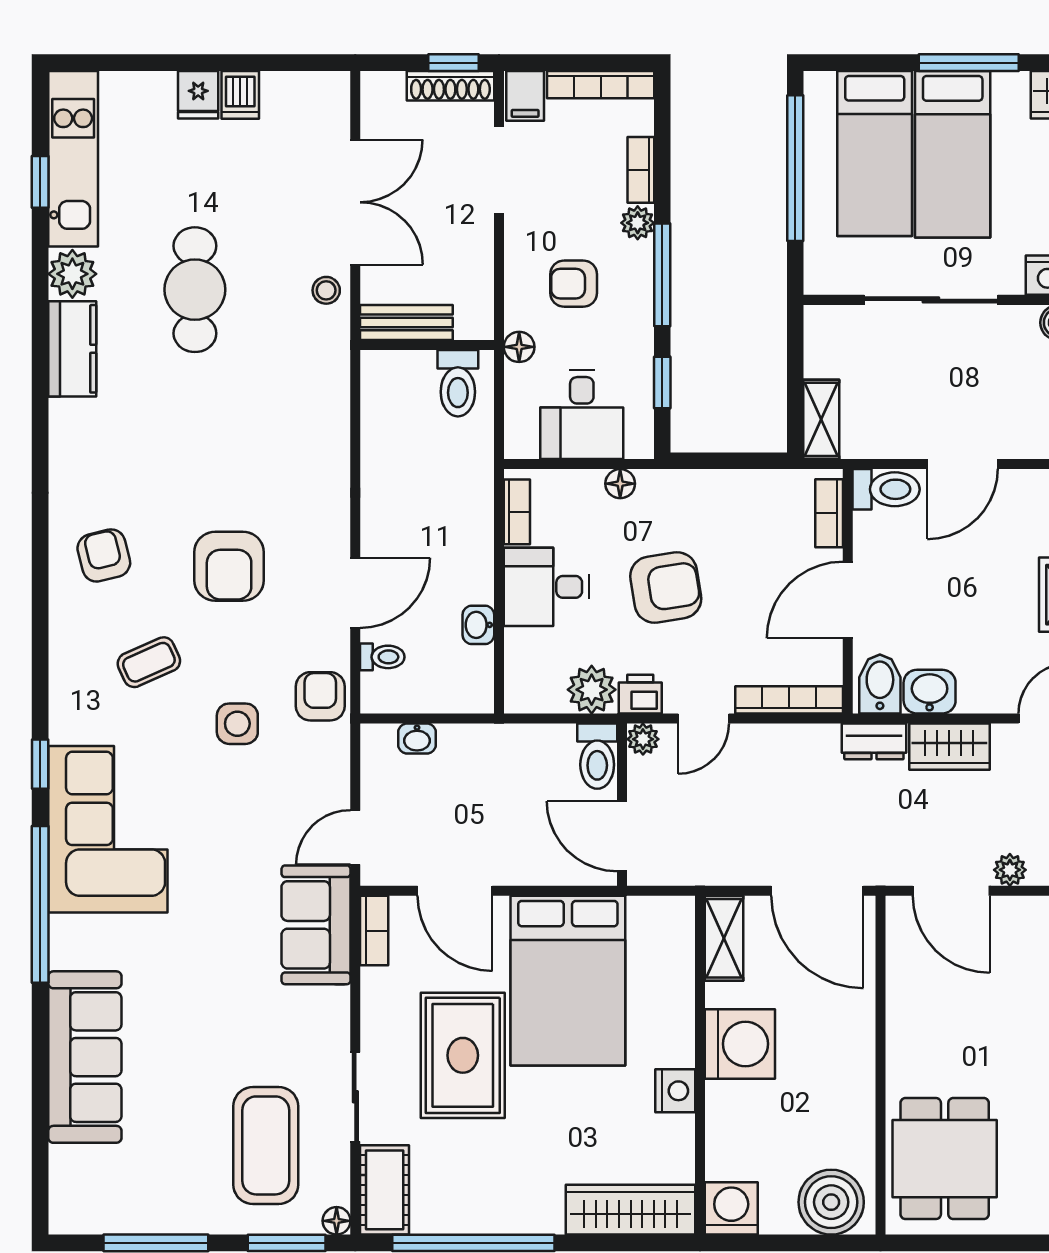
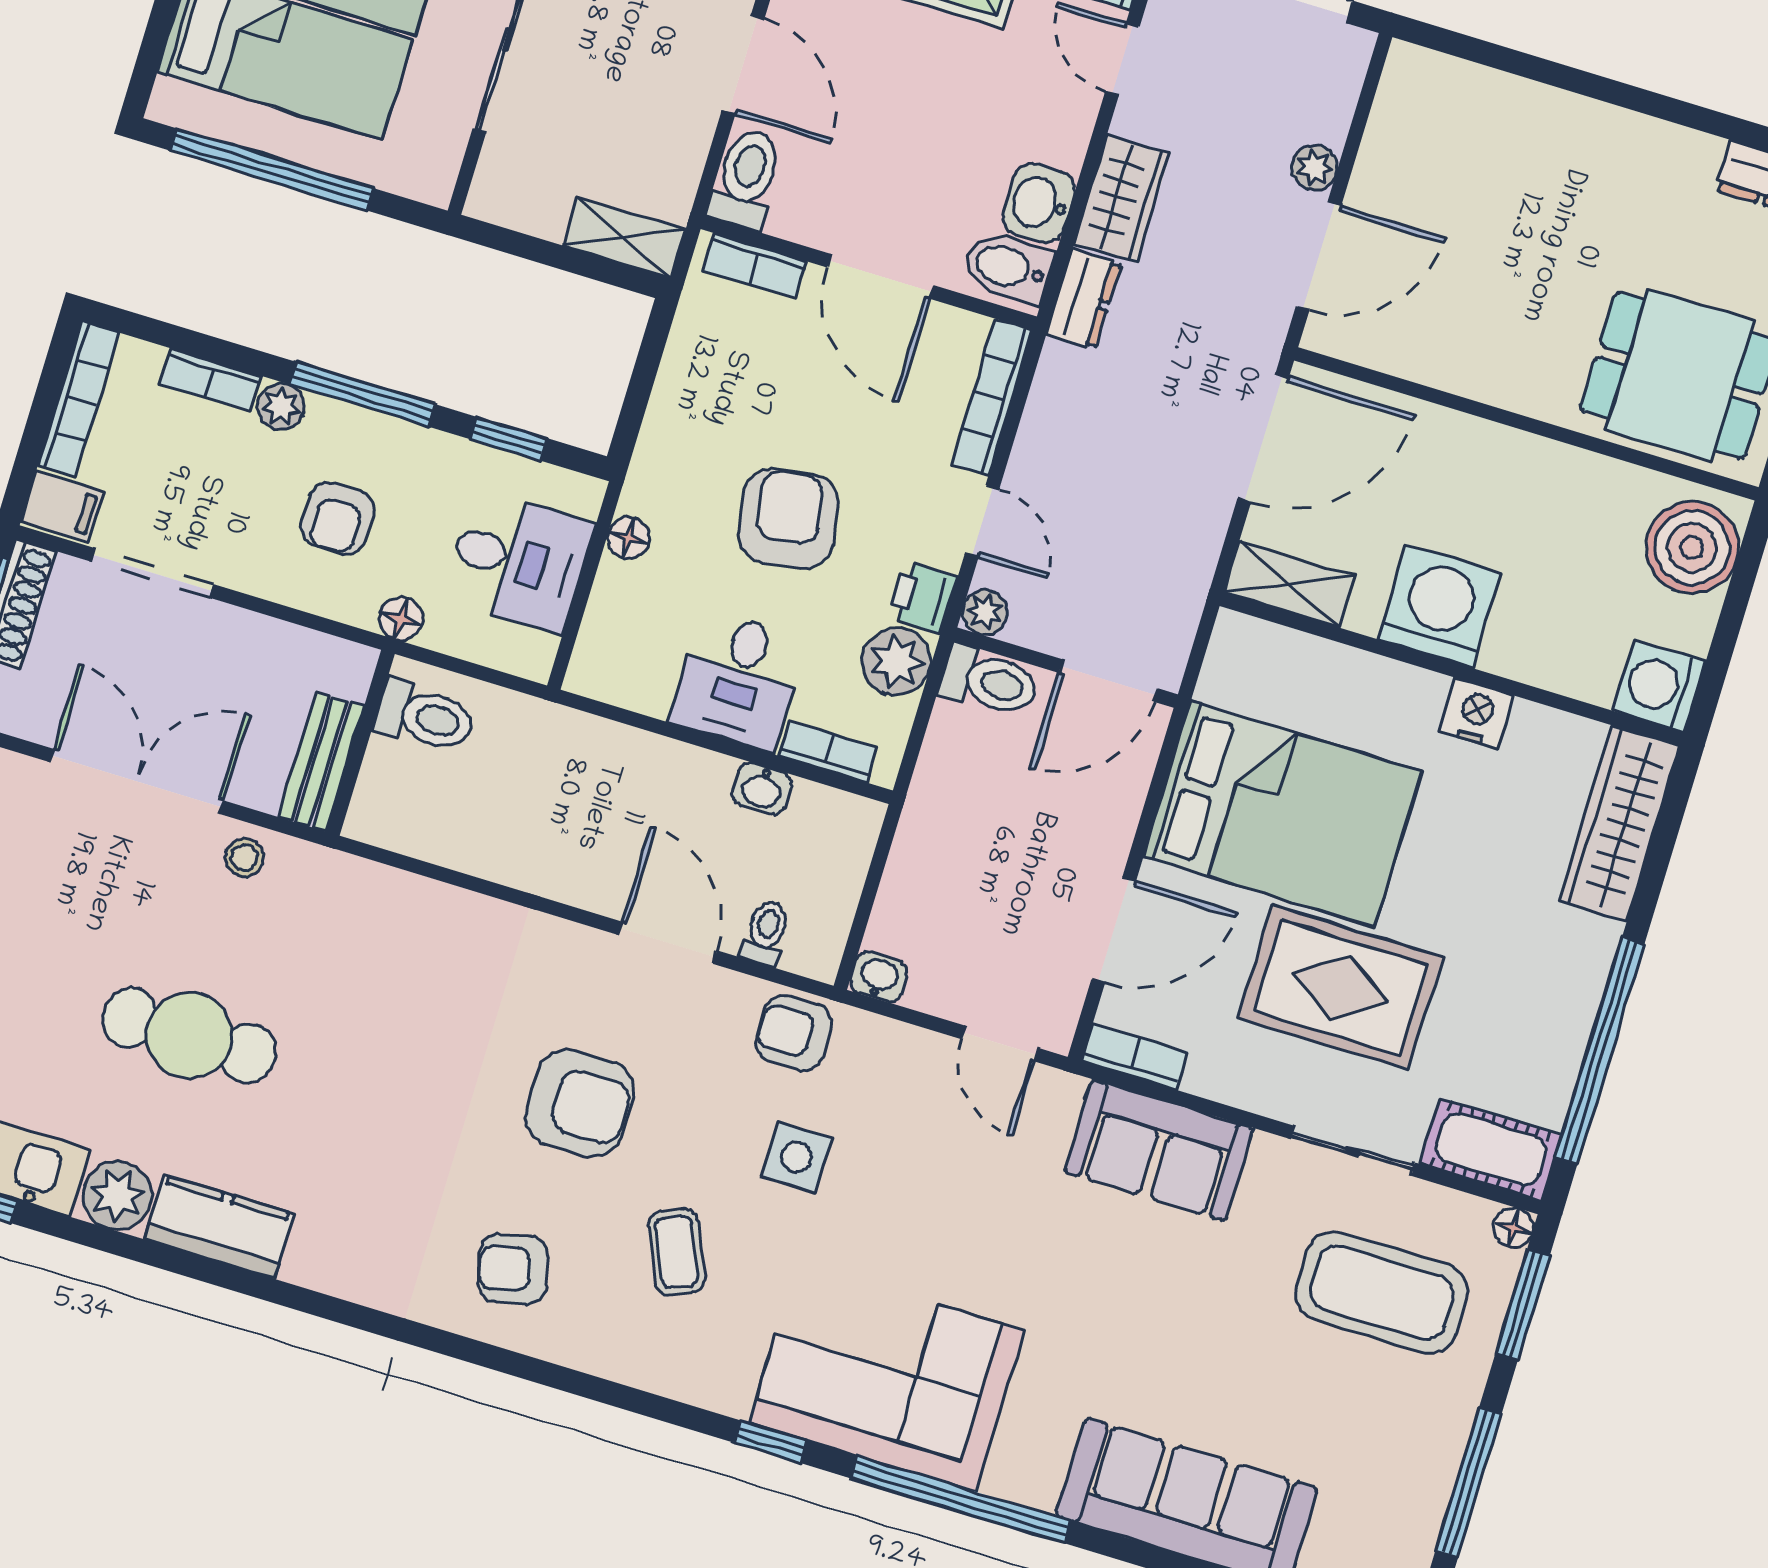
bookcase: (517, 512) -> (828, 752), moved
washbasin: (417, 739) -> (879, 977), moved, turned -90
sofa: (316, 925) -> (1159, 1150), moved

